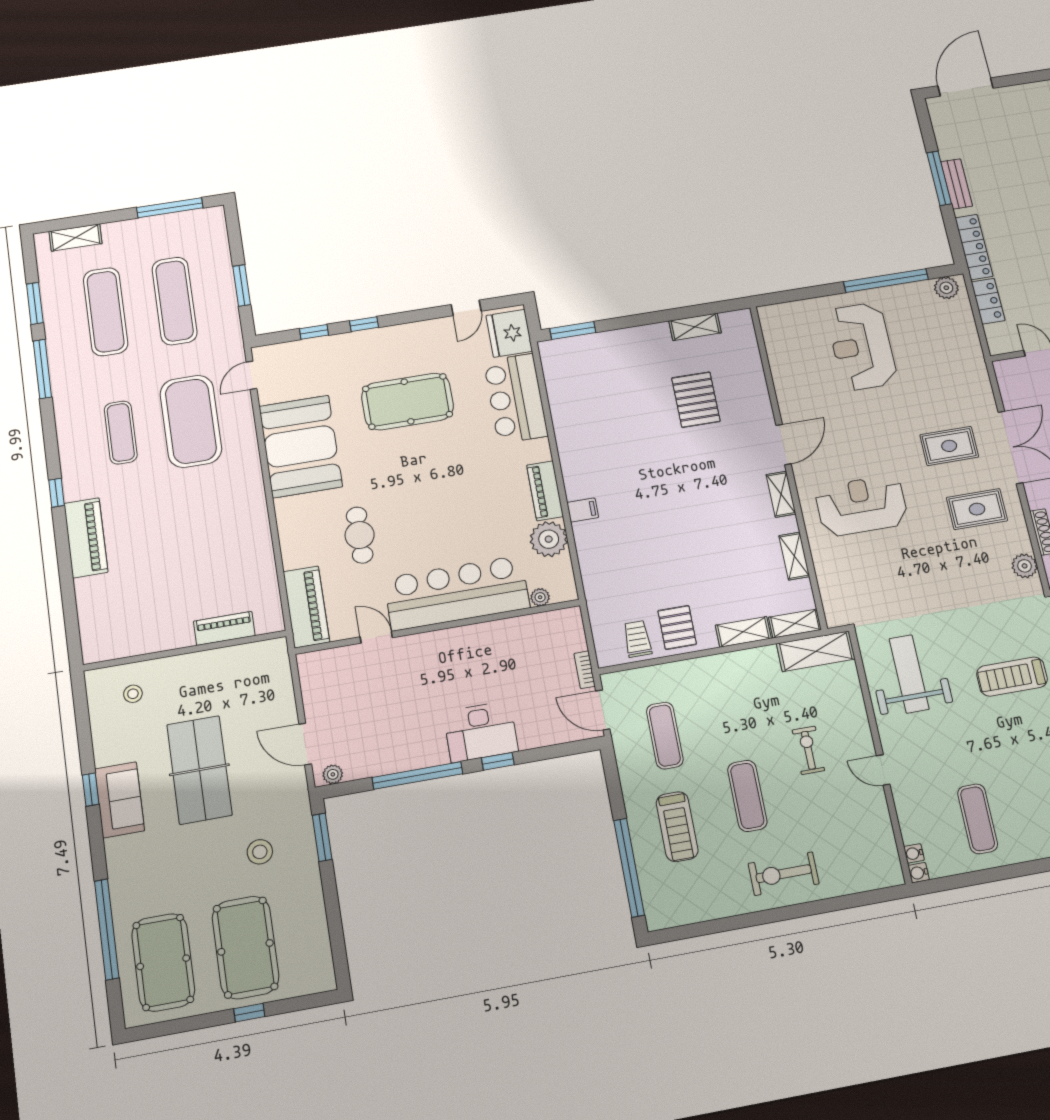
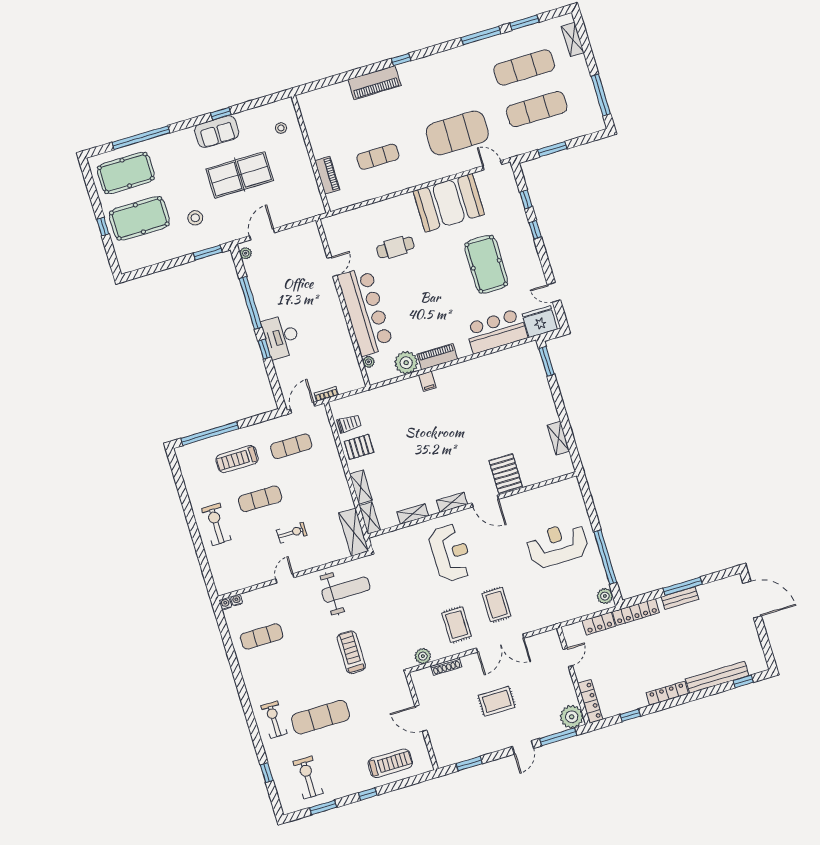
pallet: (696, 400) -> (506, 474), moved, turned 90
exercise mat: (121, 432) -> (378, 157), moved
piano: (306, 607) -> (346, 222), removed

